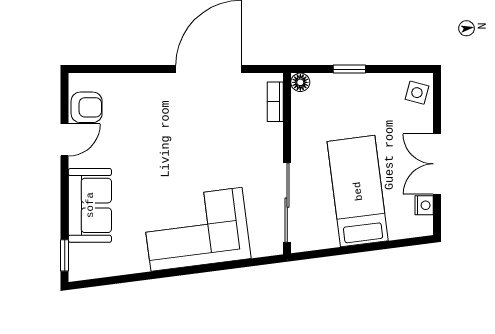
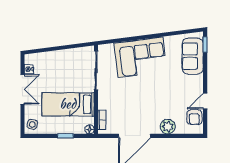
plant: (141, 88) -> (168, 127), added
armchair: (87, 107) -> (194, 117), turned -90
bed: (358, 191) -> (68, 104), moved, turned 97
sofa: (90, 205) -> (193, 56), moved

